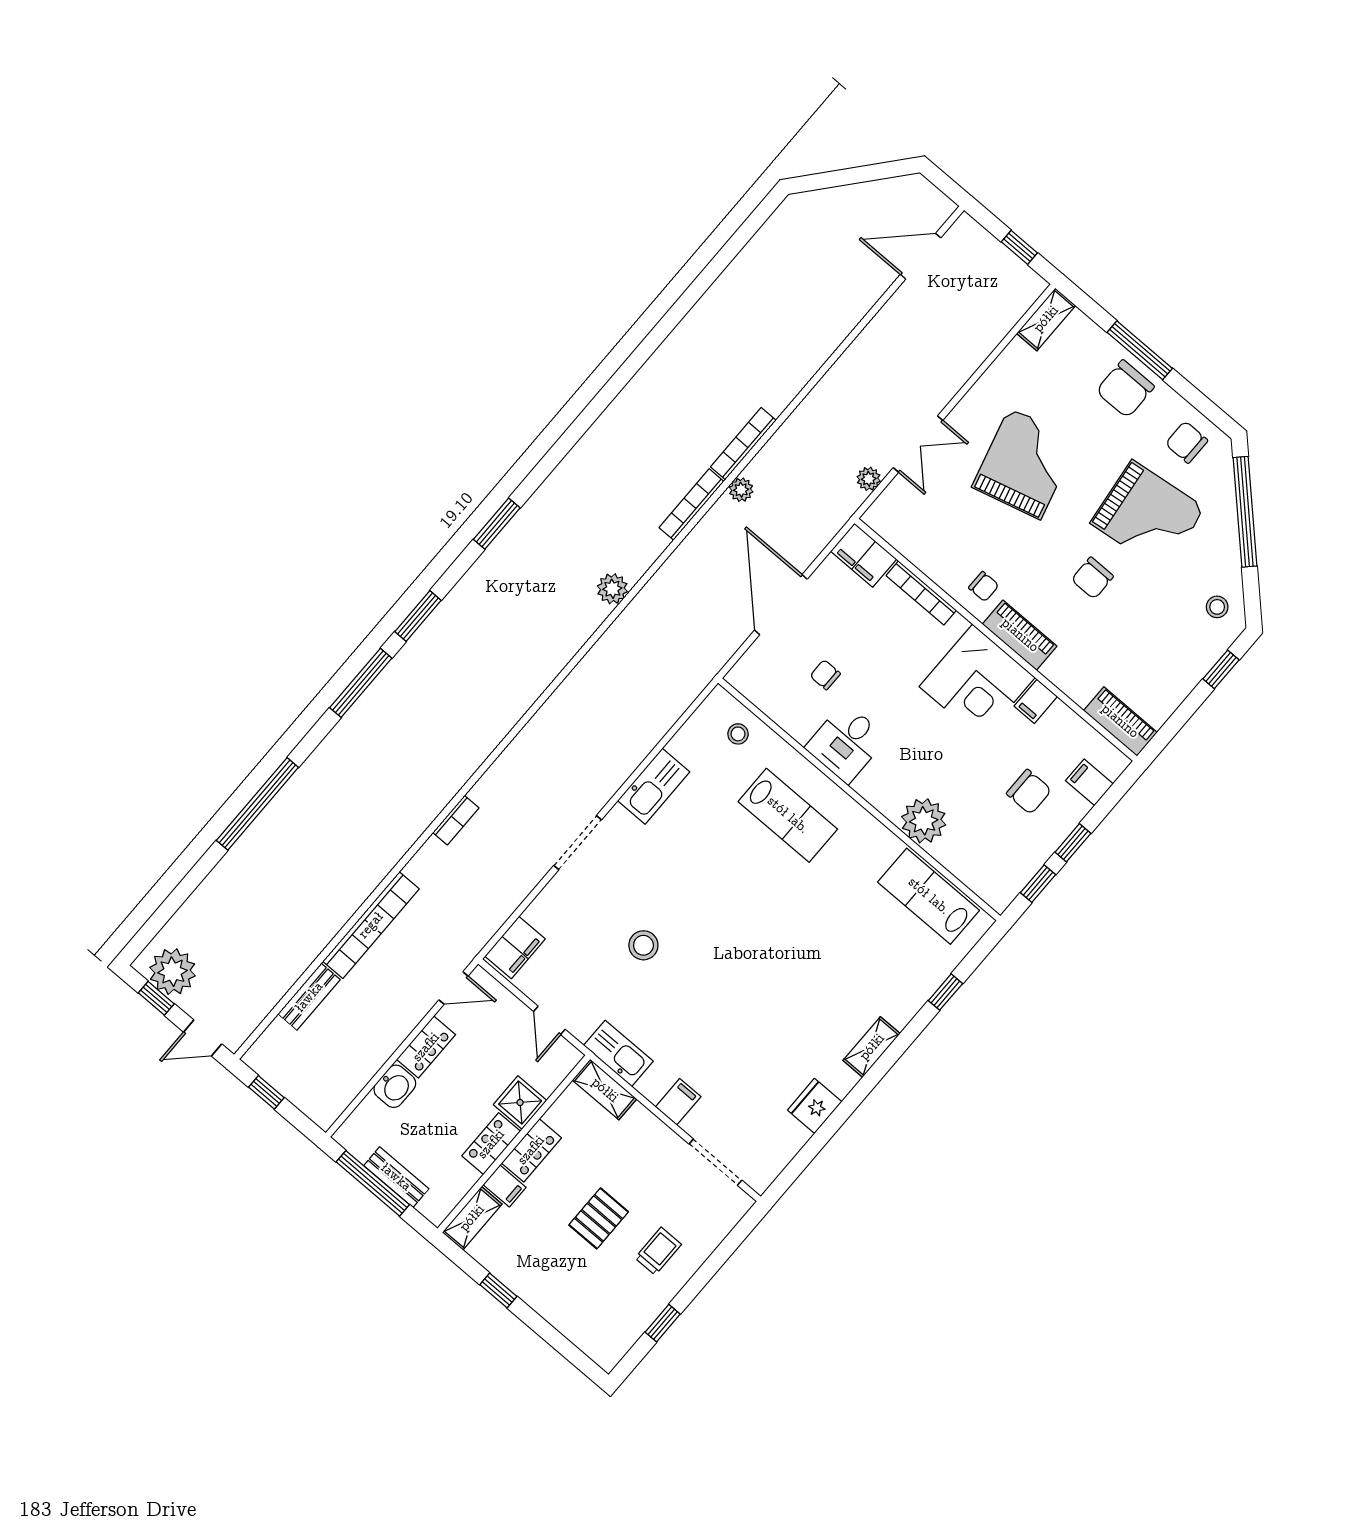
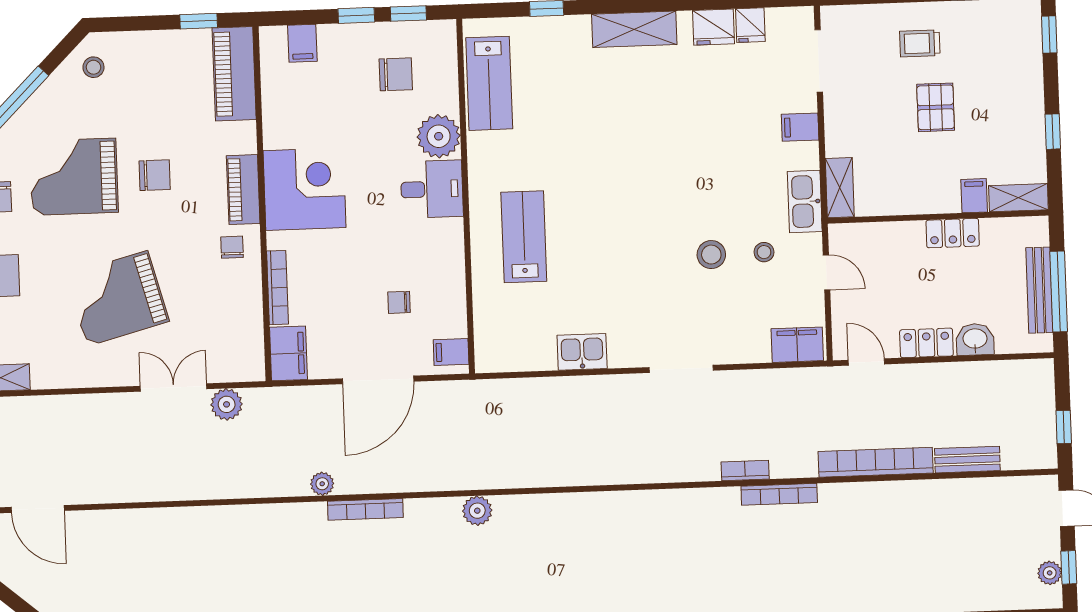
bookcase: (743, 444) -> (779, 494), moved
plant: (869, 479) -> (227, 404), width x1.38, depth x1.38
grand piano: (1148, 516) -> (74, 177), turned -83
window: (1221, 669) -> (199, 21), moved
chair: (825, 675) -> (399, 302), turned 90
filing cabinet: (1036, 701) -> (451, 352), moved, turned 180
piano: (1120, 721) -> (234, 74), width x1.37, depth x1.33
stool: (738, 734) -> (764, 252), moved
desk: (846, 743) -> (432, 189), moved
kitchen sink: (654, 786) -> (582, 352), width x0.73
chair: (1029, 792) -> (396, 74), moved, turned 90
plant: (172, 972) -> (1050, 573), width x0.53, depth x0.53
door: (549, 1020) -> (827, 272), hinge flipped
shelving: (872, 1047) -> (634, 29), width x1.50, depth x1.33
shower: (520, 1102) -> (904, 239), removed
fridge: (790, 1135) -> (750, 25), added
locker: (531, 1150) -> (931, 200), removed
bench: (396, 1177) -> (1039, 290), width x1.36
pallet: (599, 1218) -> (936, 107), turned 90
window: (574, 1356) -> (1049, 35), added

